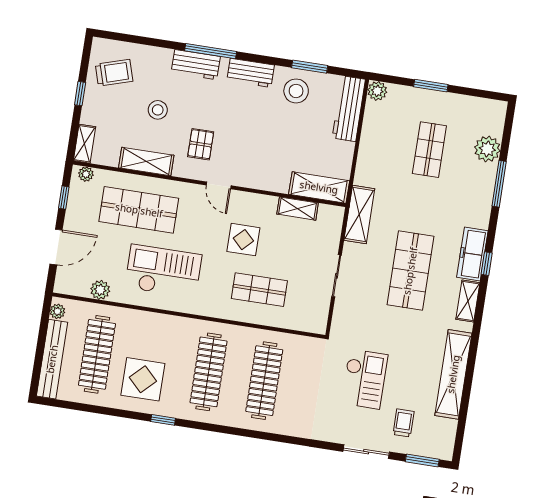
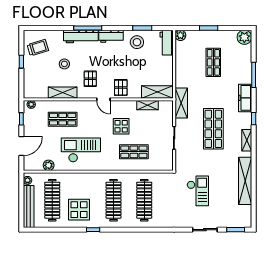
workbench: (196, 65) -> (81, 36), width x1.38
workbench: (349, 109) -> (167, 43), width x0.73
shelving: (84, 144) -> (28, 88), removed
plant: (487, 149) -> (244, 37), moved
pallet: (254, 169) -> (121, 88), added
shop shelf: (139, 210) -> (63, 119), width x0.70, depth x0.74
freezer: (472, 254) -> (245, 98), moved
trolley: (403, 423) -> (222, 211), removed

